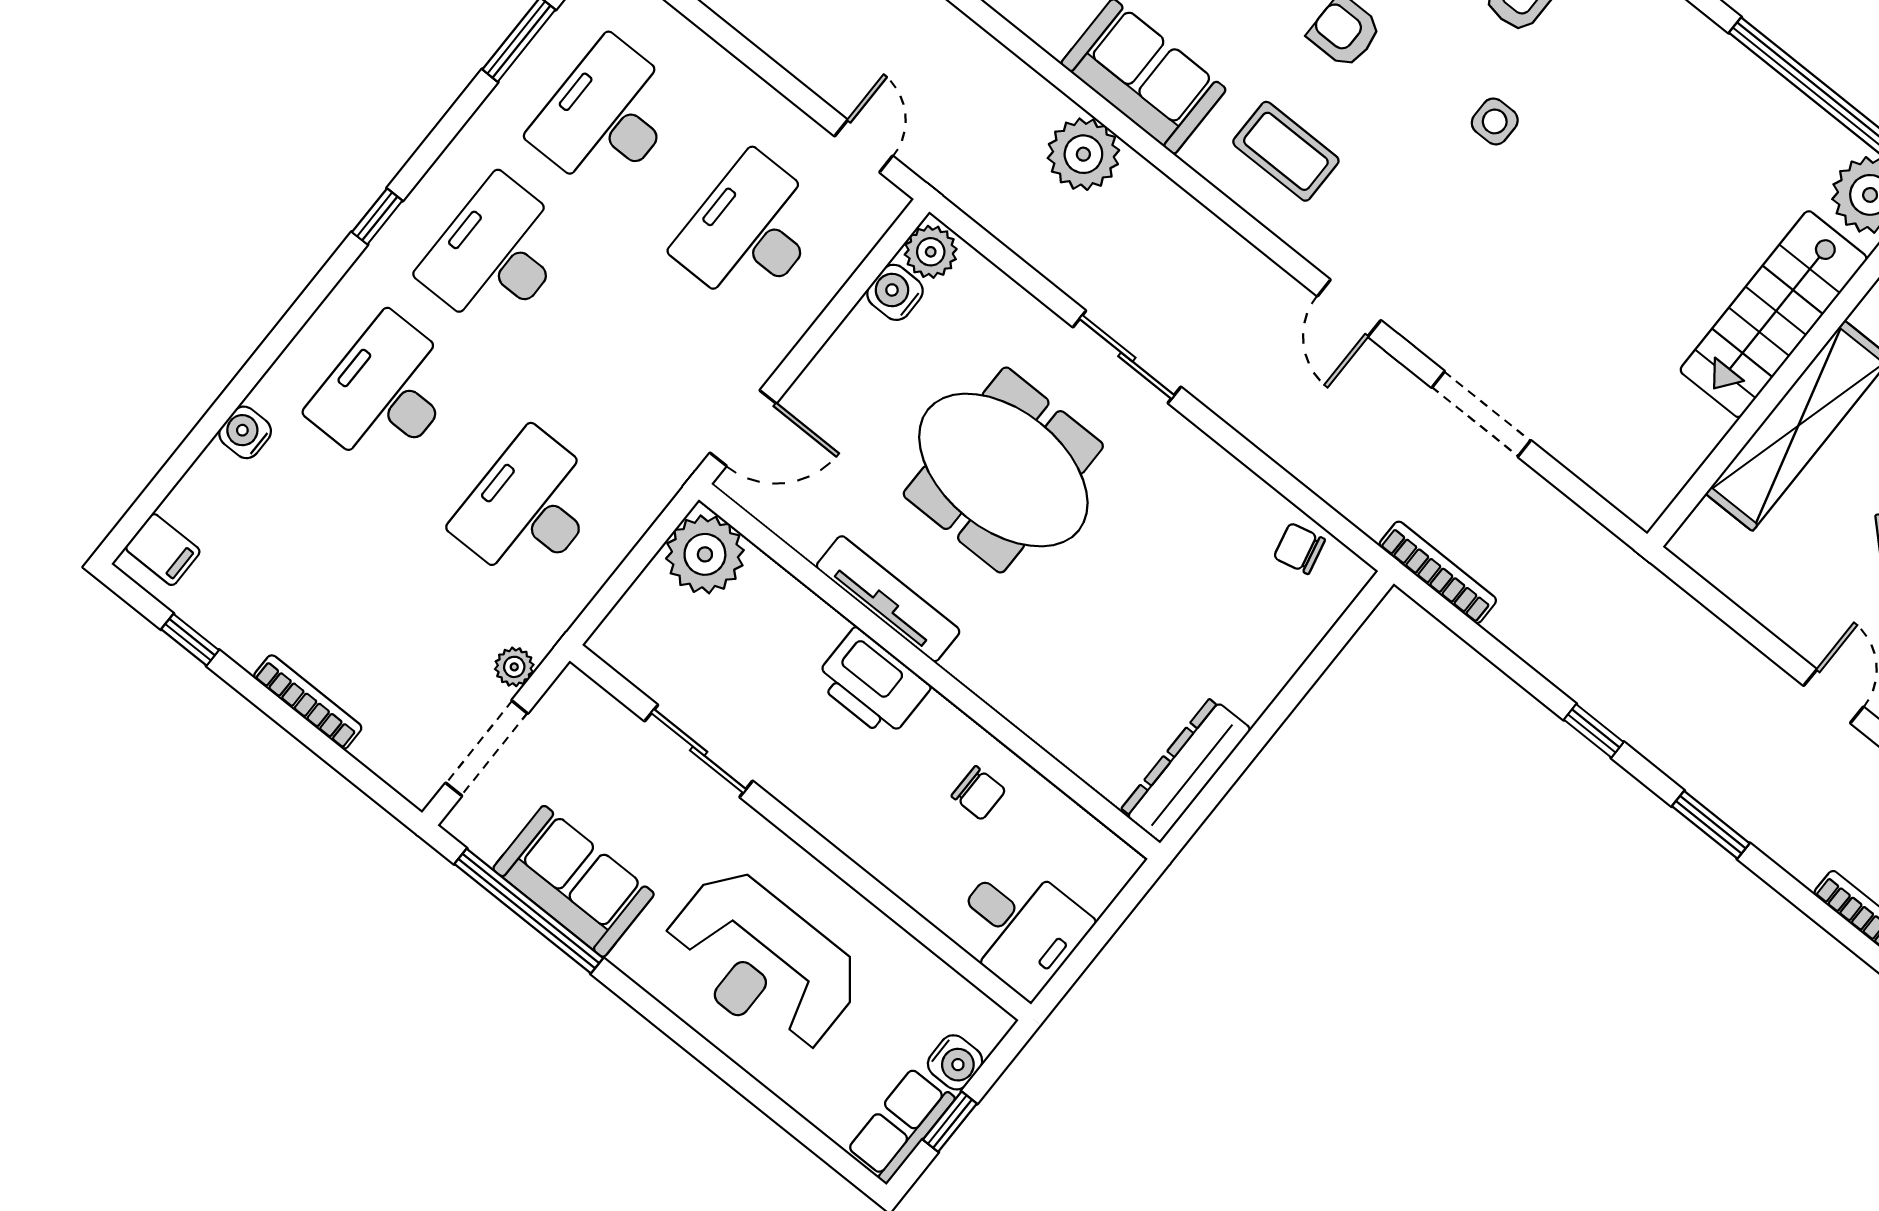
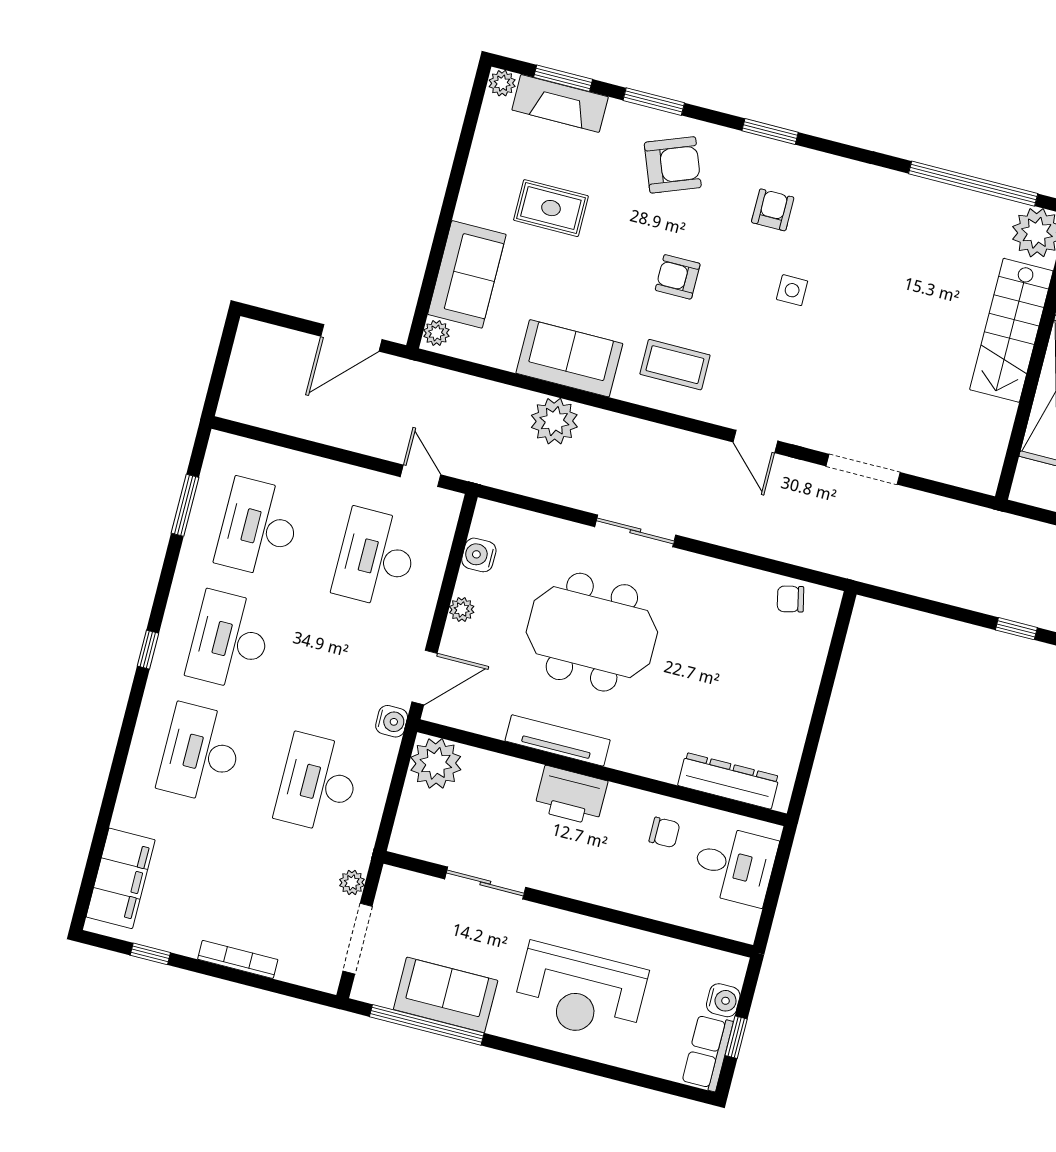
plant: (931, 252) -> (462, 610), moved, width x0.73, depth x0.73
water cooler: (245, 432) -> (392, 721), moved, turned 180
filing cabinet: (163, 550) -> (121, 878), width x3.00, depth x1.17
bookcase: (1438, 572) -> (880, 576), removed
dresser: (1186, 770) -> (729, 781), moved, turned 90
desk: (1019, 927) -> (734, 866), moved

